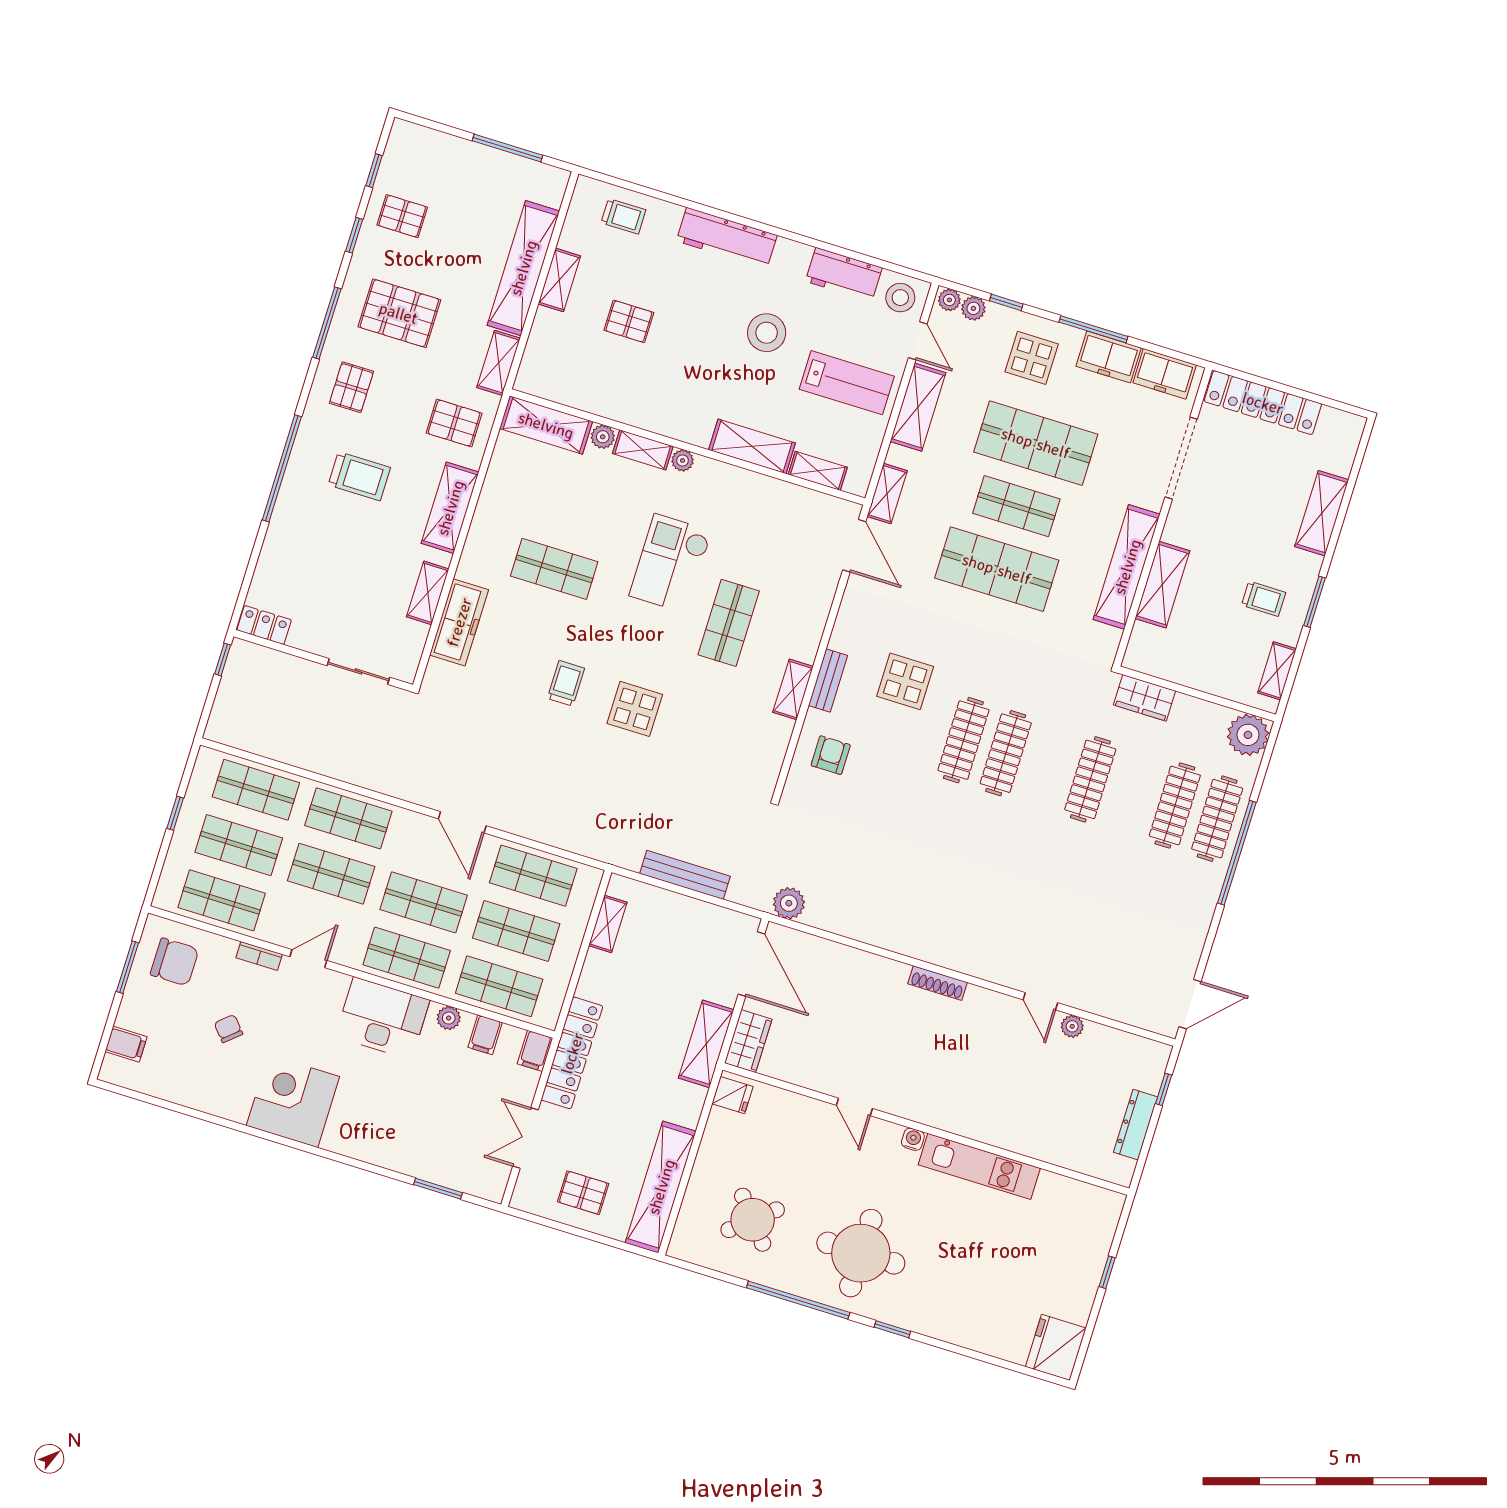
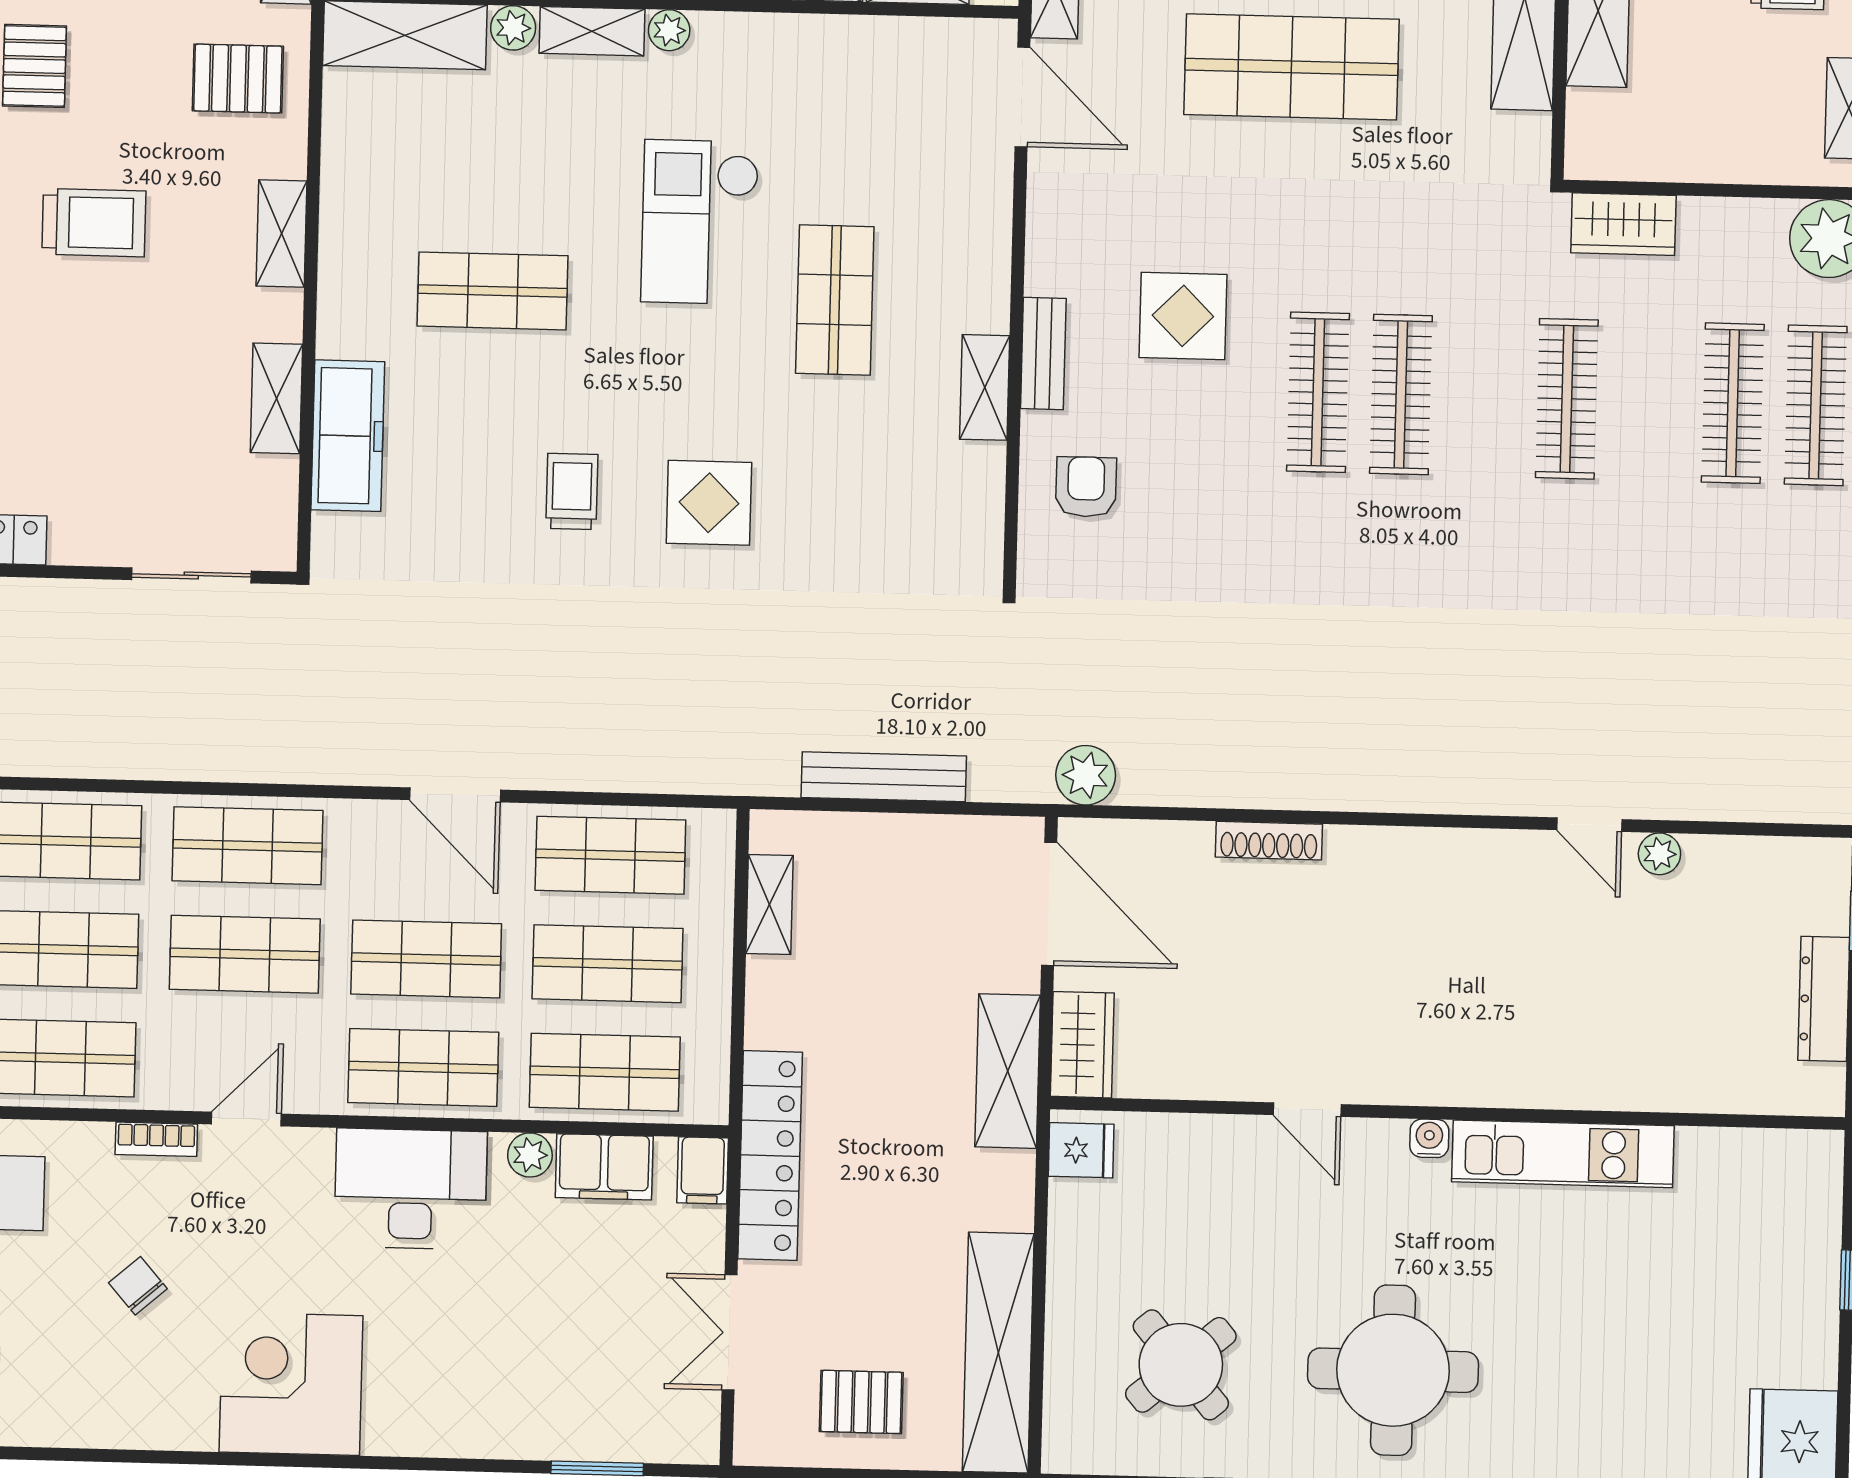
shelving: (450, 508) -> (281, 233), width x0.67, depth x0.75
shoe rack: (938, 983) -> (1269, 841), moved
filing cabinet: (485, 1035) -> (604, 1167), width x2.00

